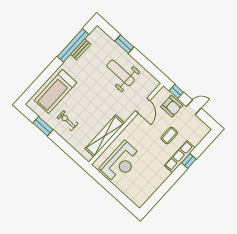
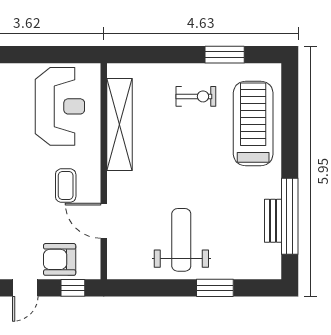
weight bench: (121, 73) -> (181, 240), turned -90
coffee table: (169, 136) -> (66, 186), moved
reception desk: (121, 162) -> (60, 106), turned 180

